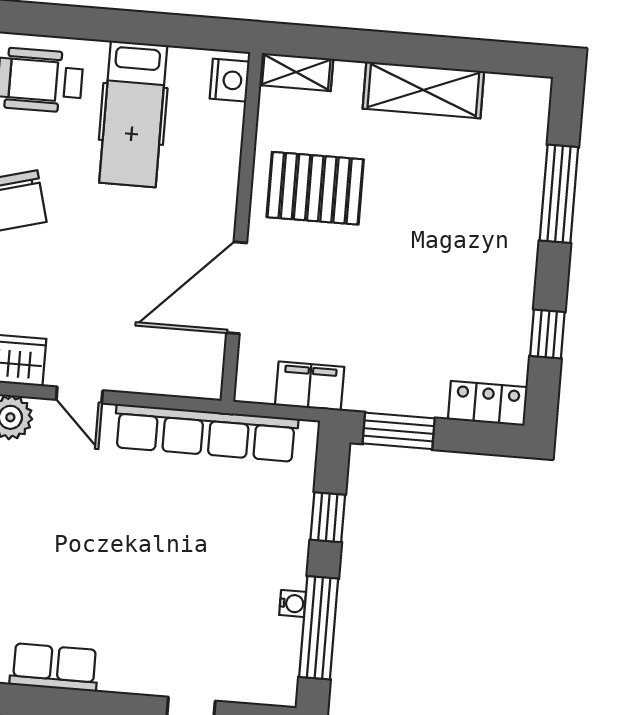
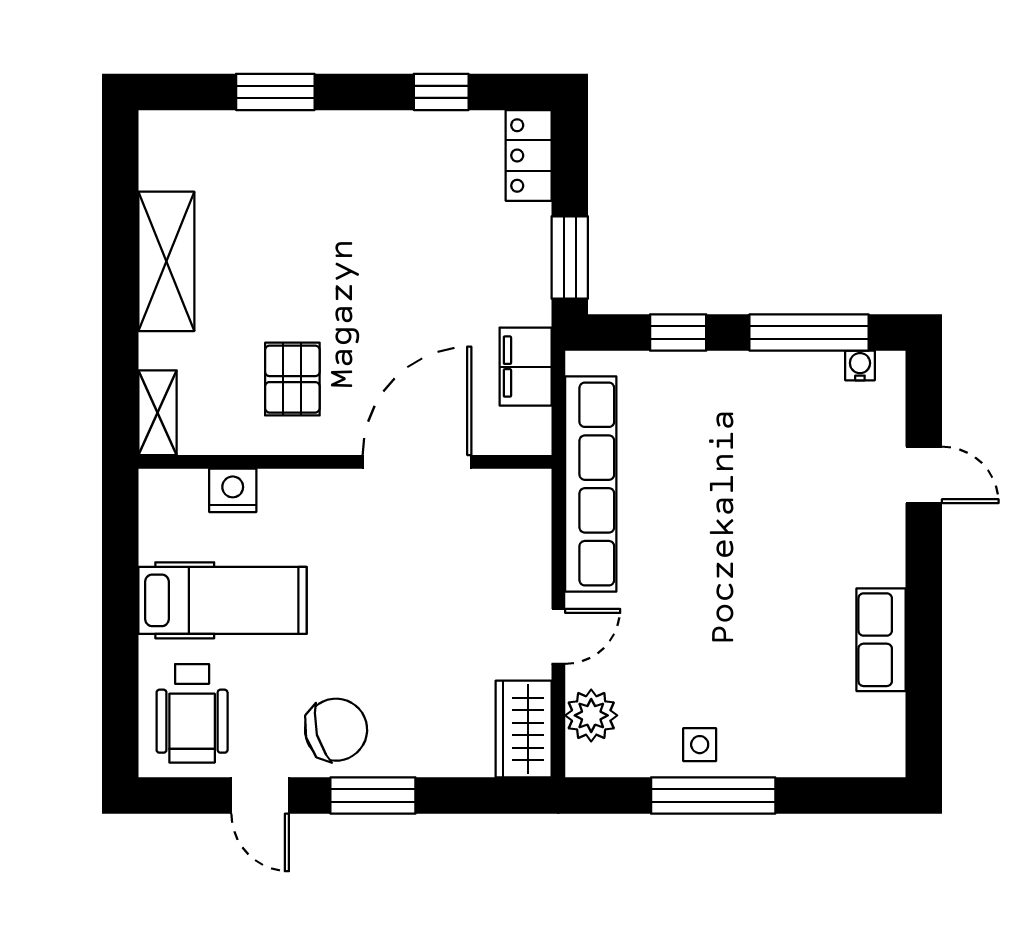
nightstand: (229, 80) -> (233, 490), moved
pallet: (315, 188) -> (292, 379), width x0.67, depth x0.71
window: (559, 194) -> (275, 92), width x0.69
door: (237, 288) -> (417, 462), swing flipped
water cooler: (293, 603) -> (860, 365), moved

